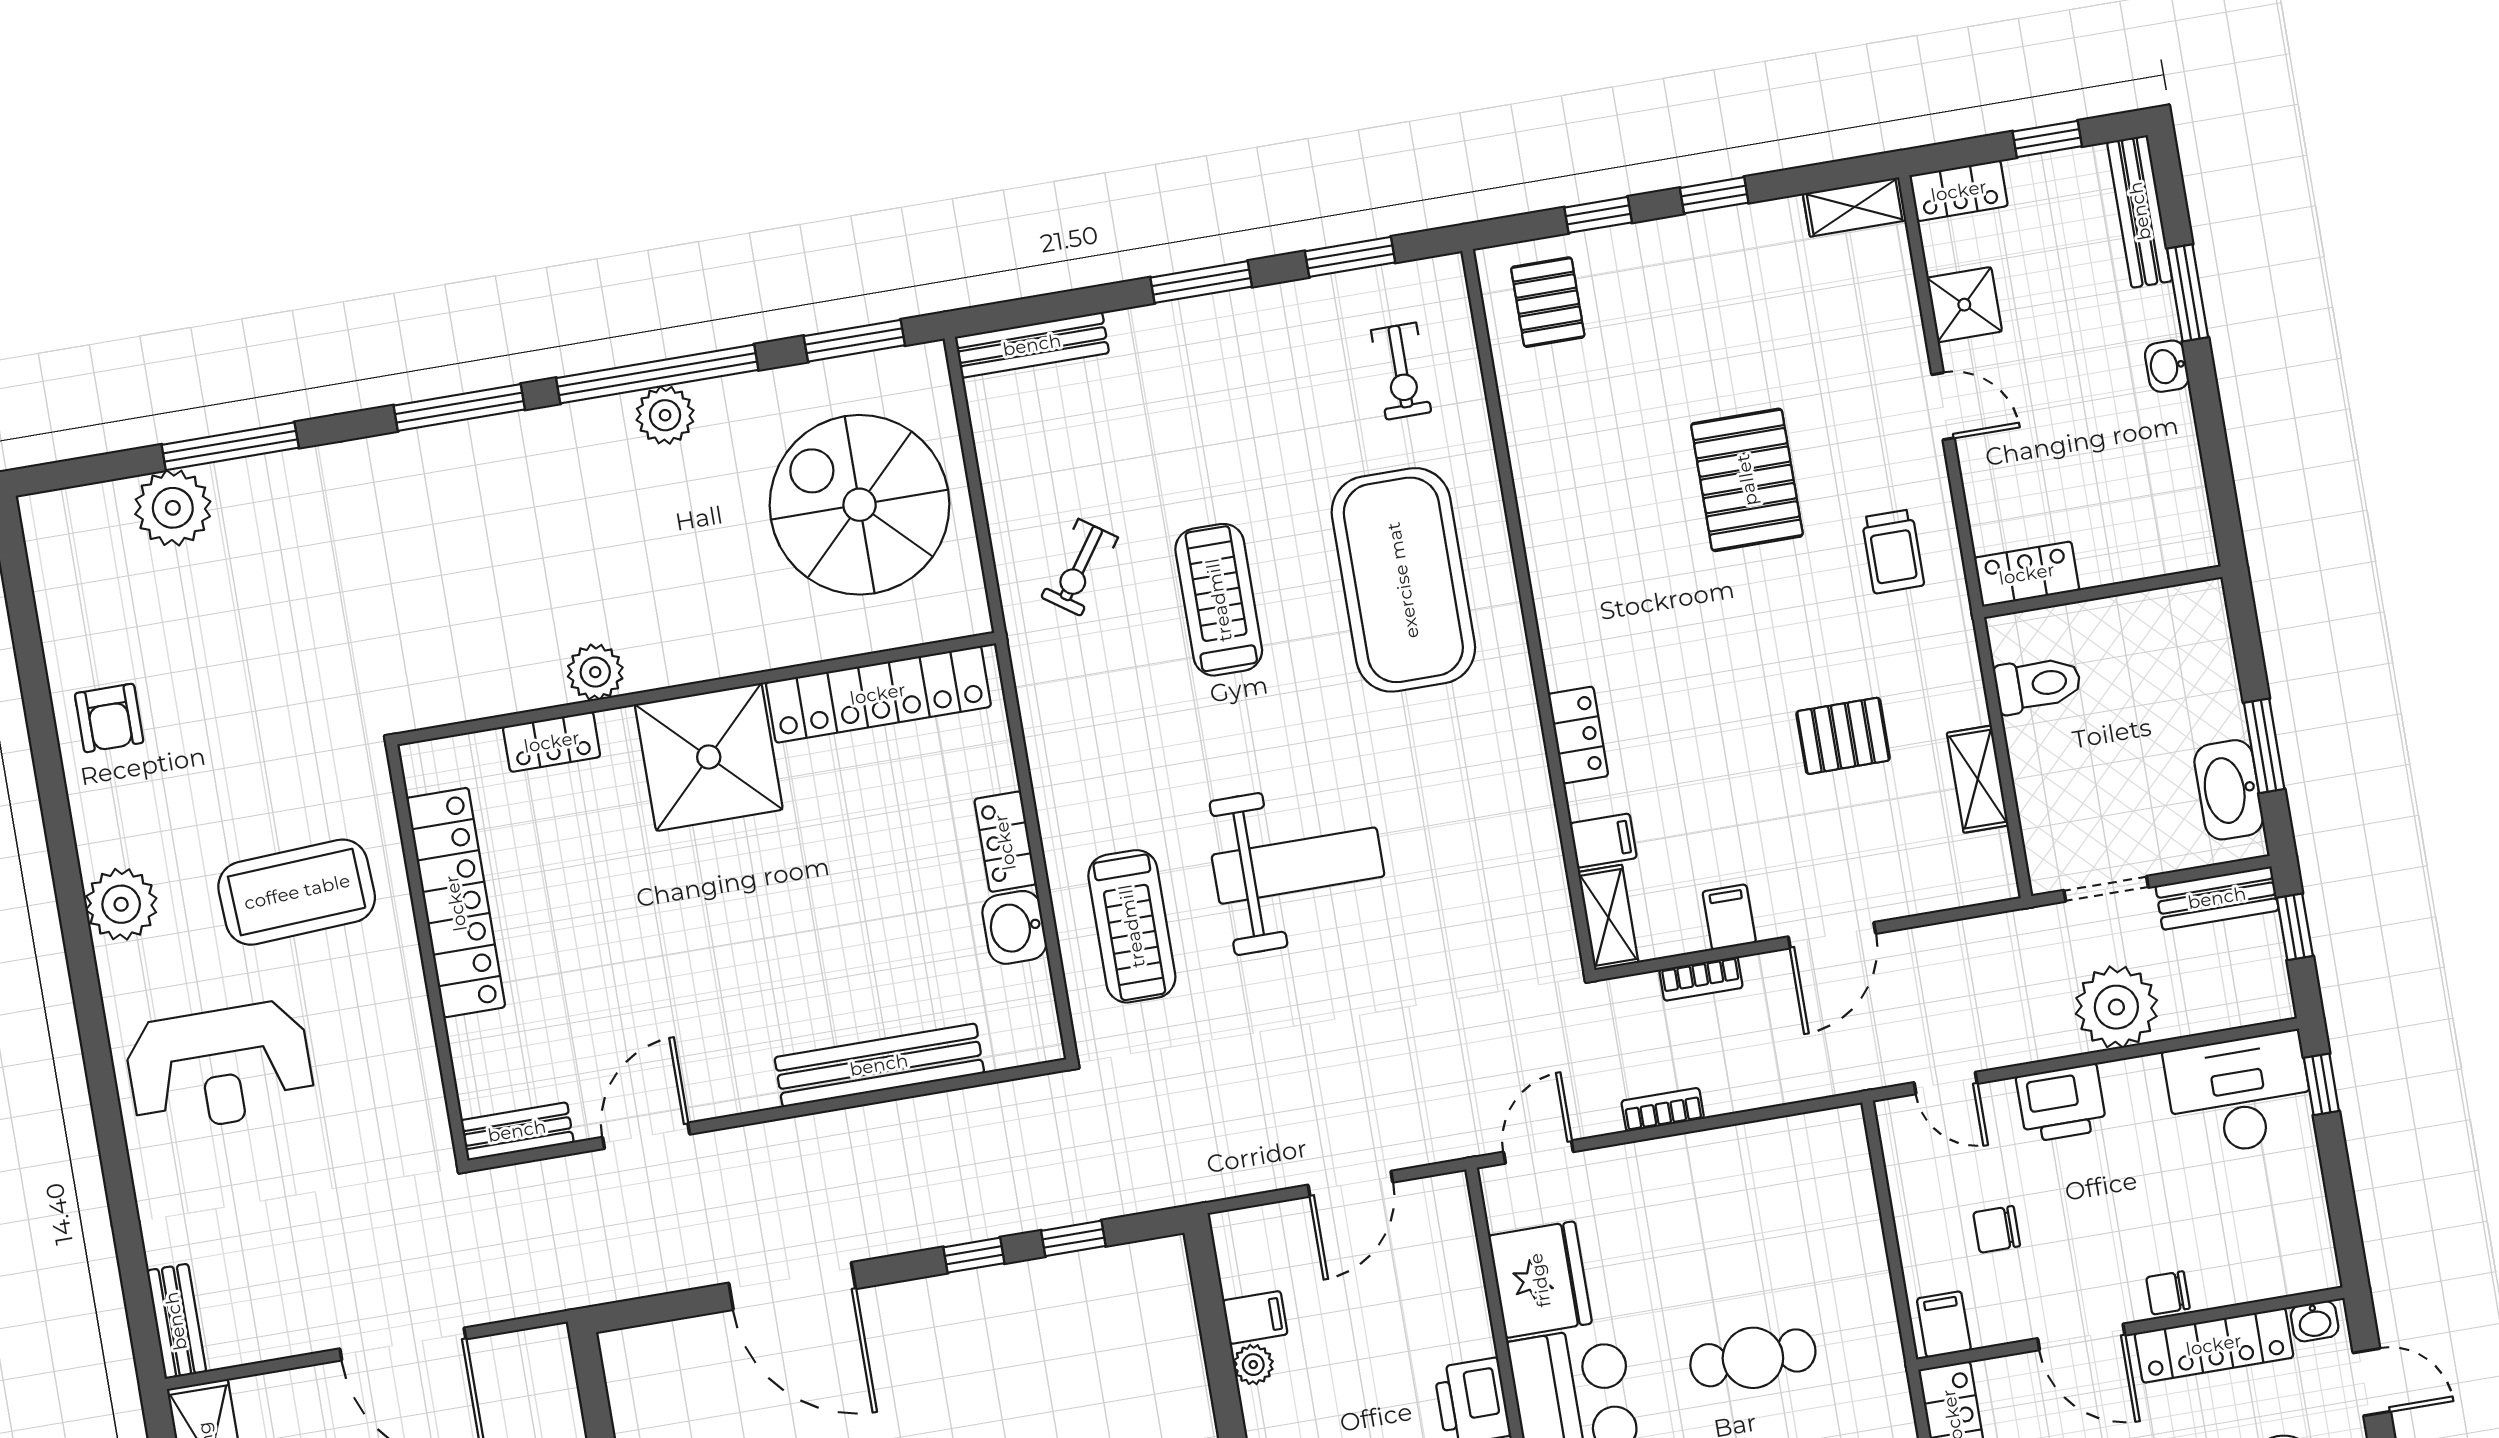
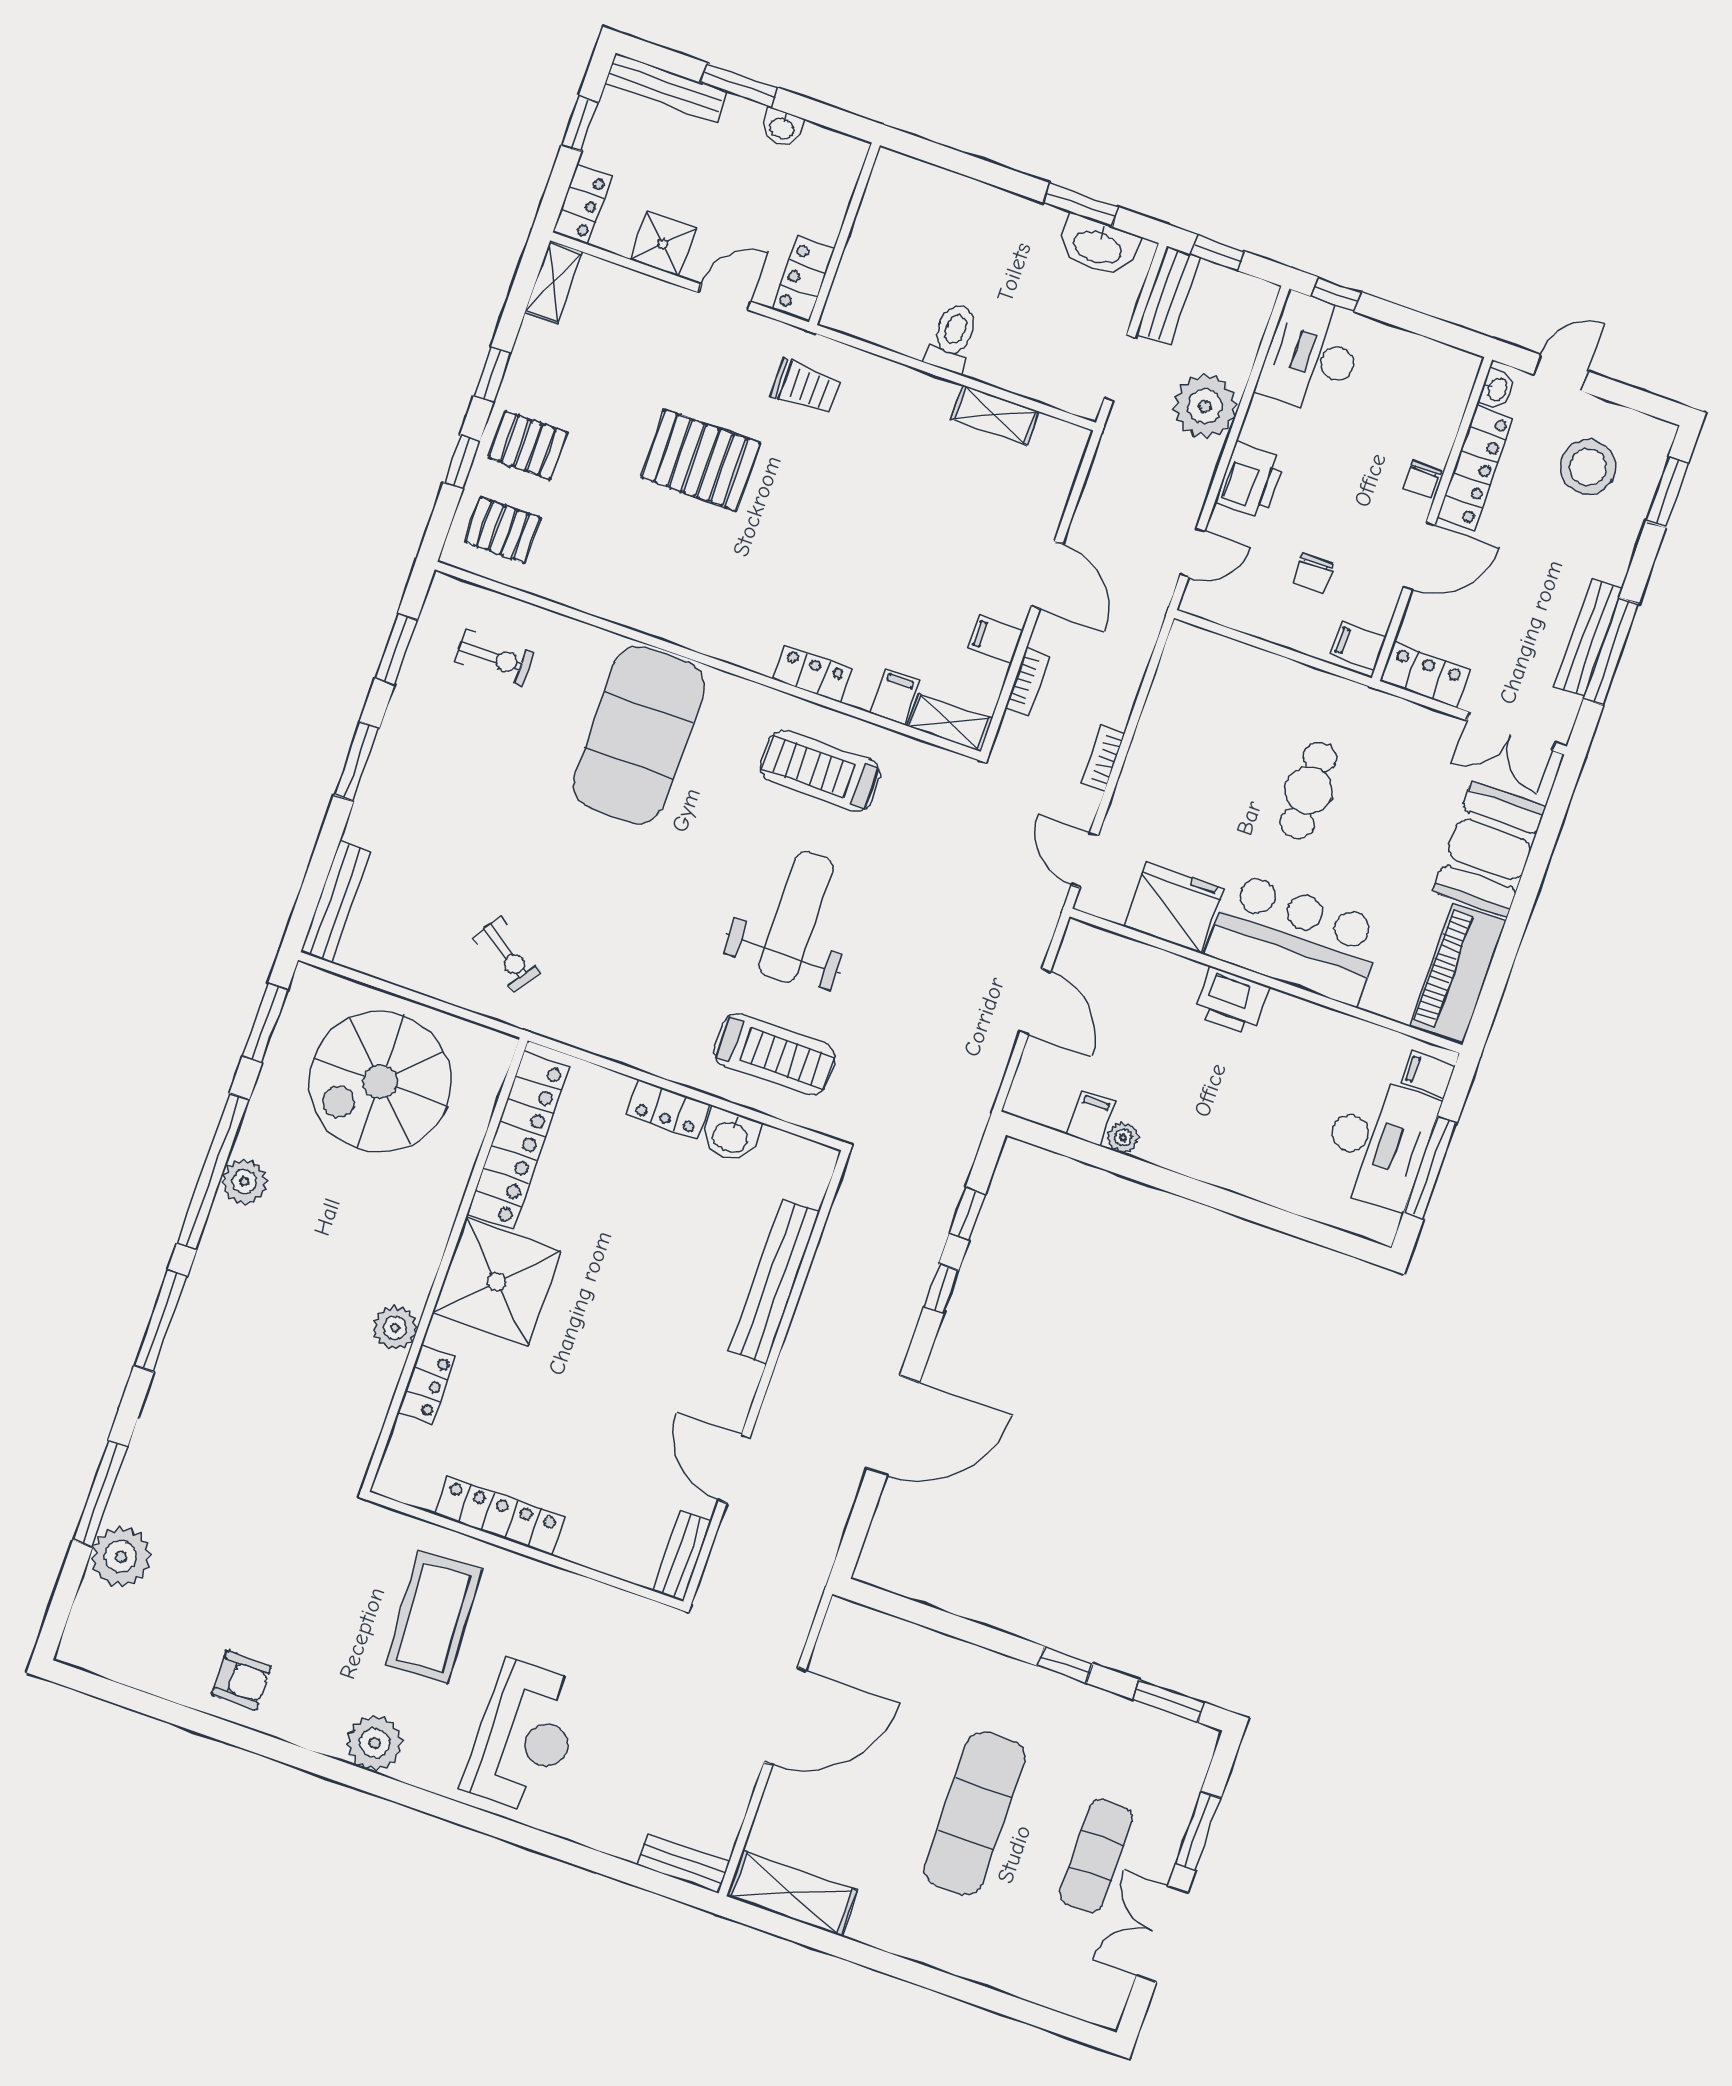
locker: (2027, 574) -> (803, 279), moved
exercise mat: (1403, 580) -> (639, 735), turned 90
wall: (2102, 592) -> (844, 234), moved
treadmill: (1219, 600) -> (820, 771), moved
pallet: (1843, 736) -> (528, 445), moved, turned 90
locker: (456, 903) -> (499, 1516), width x0.71, depth x0.83

